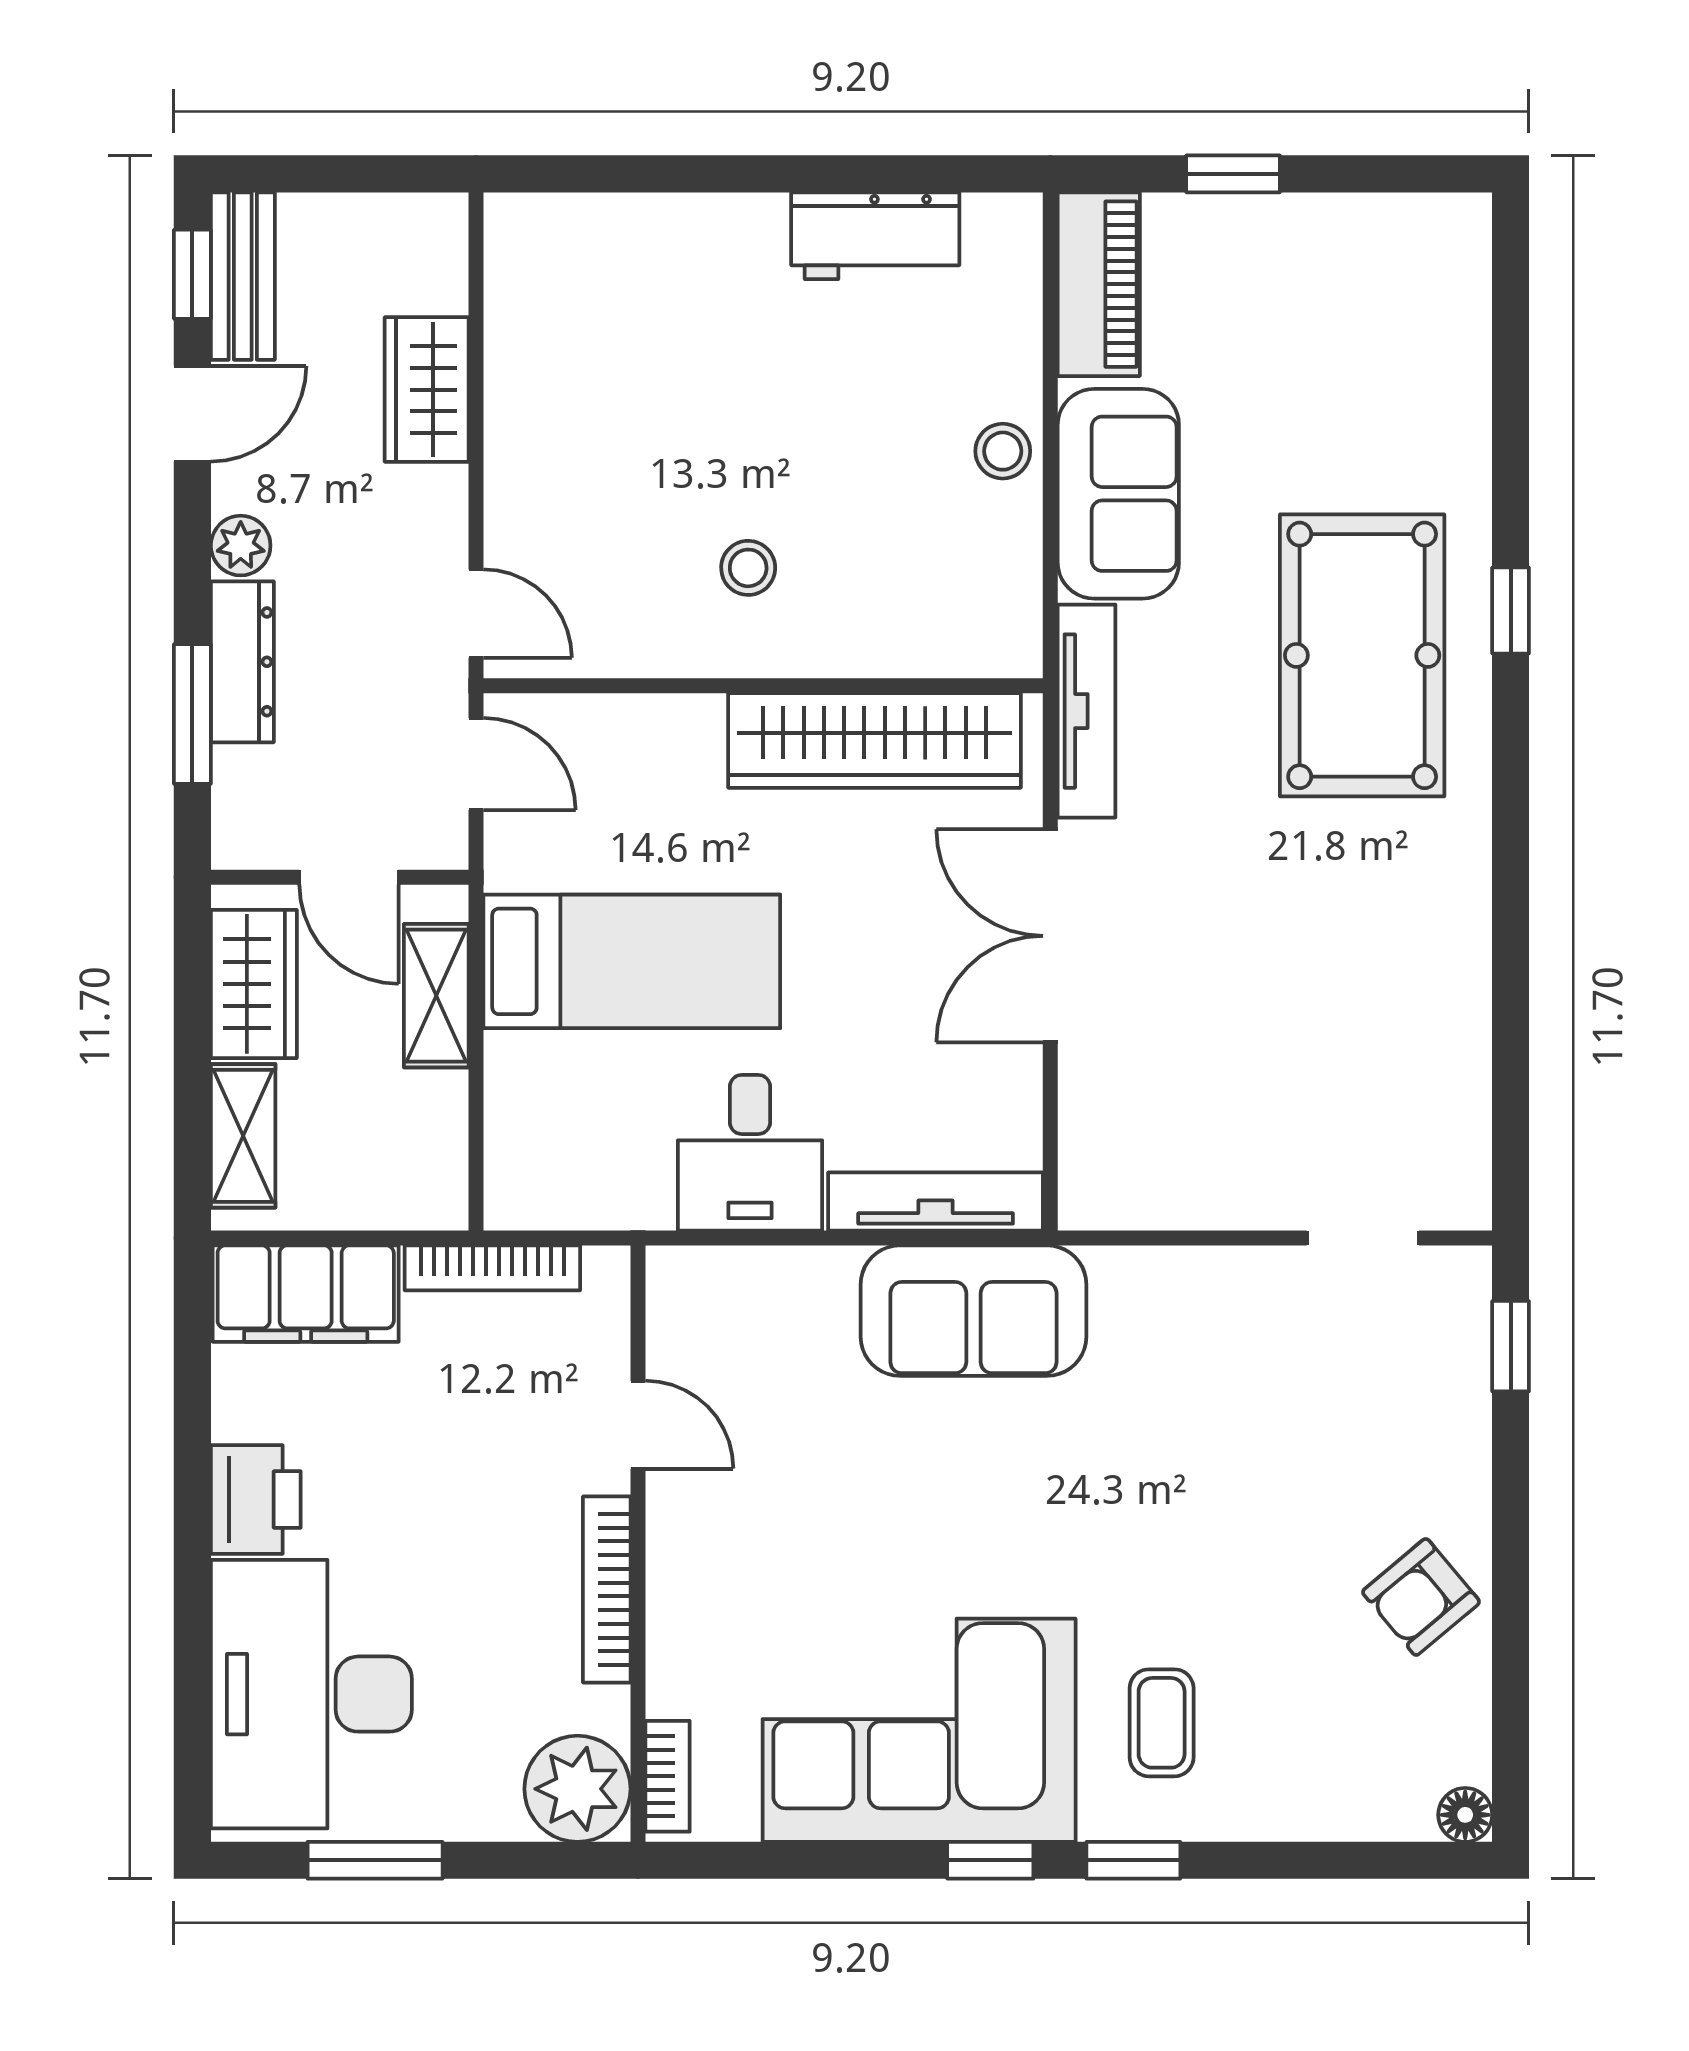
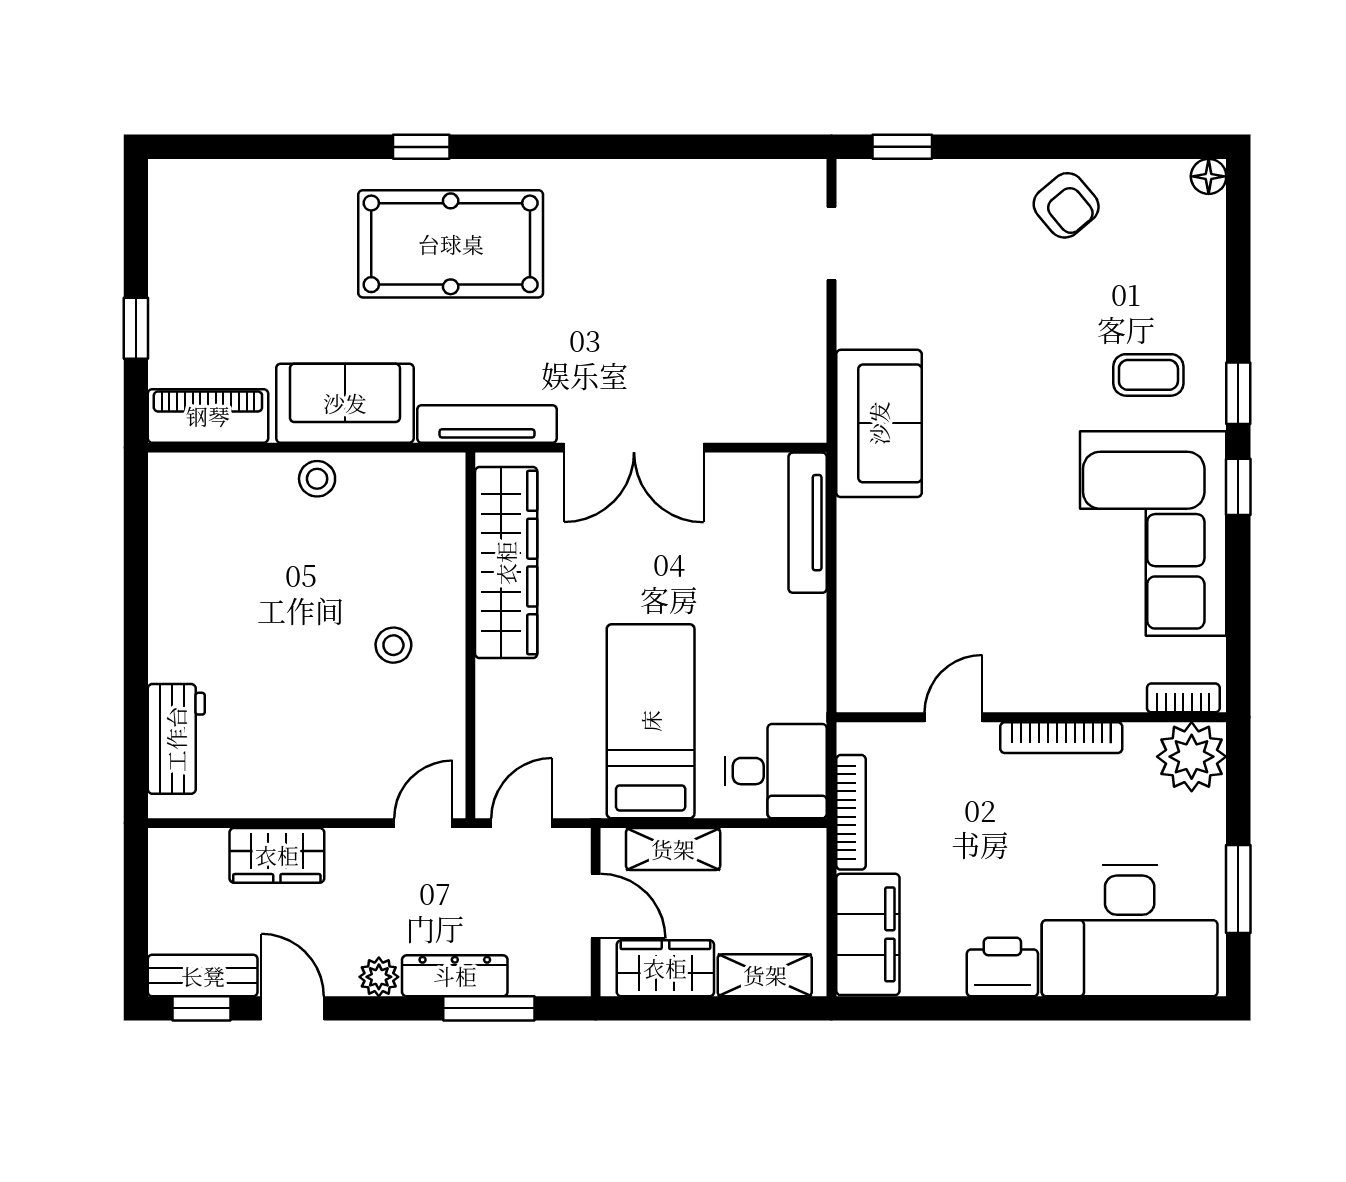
workbench: (875, 236) -> (176, 739), moved
door: (349, 877) -> (596, 906), hinge flipped
desk: (750, 1153) -> (776, 771), moved
sofa: (973, 1311) -> (879, 423), moved

